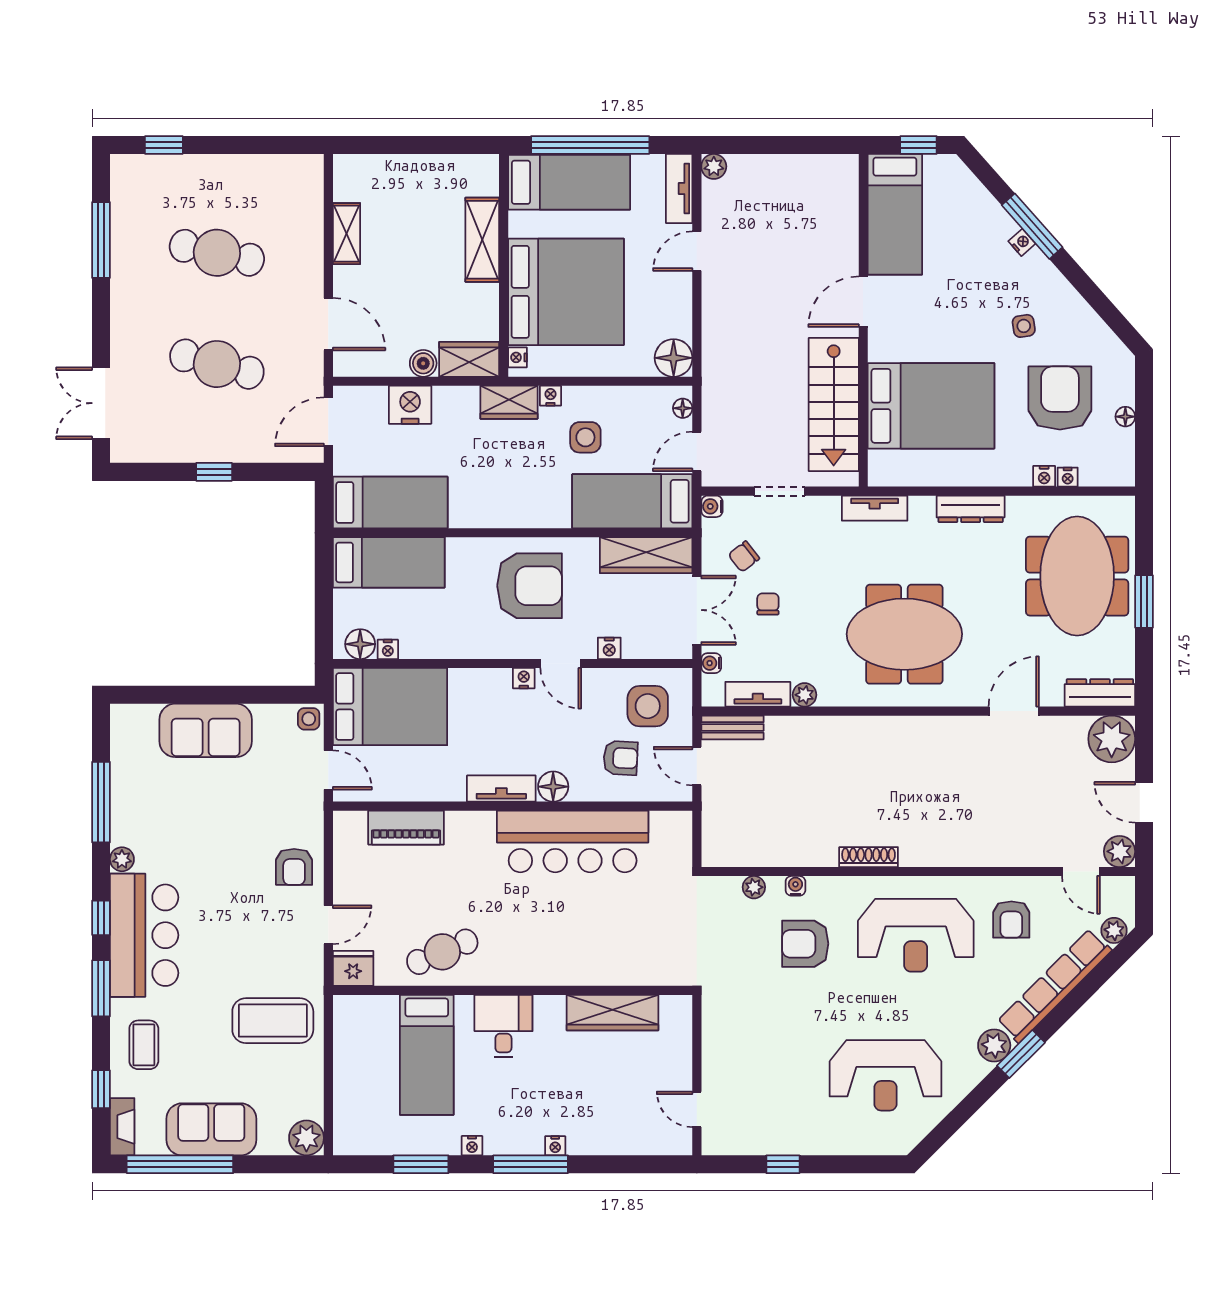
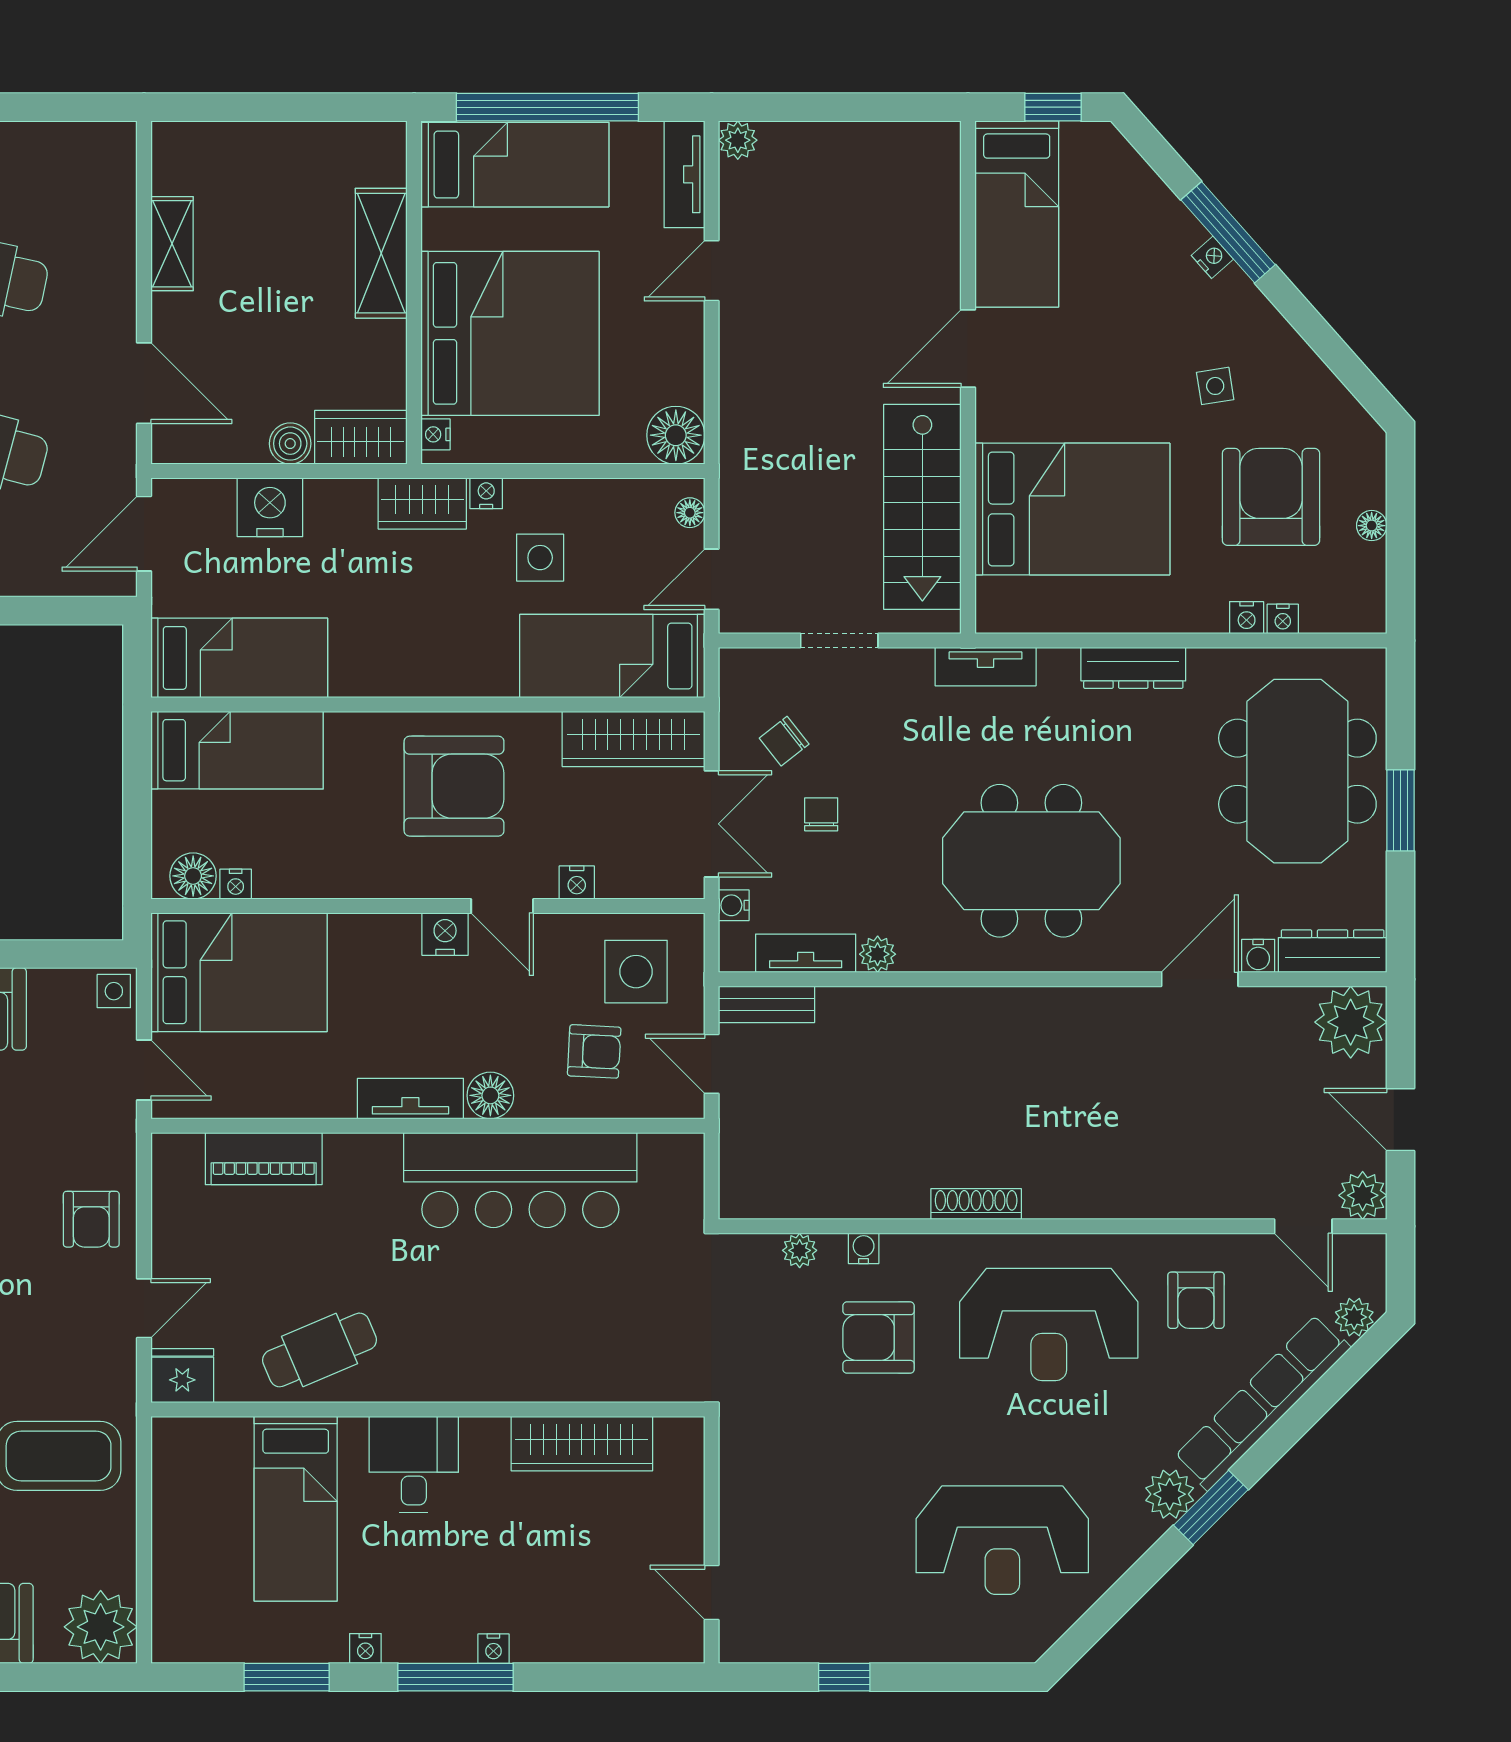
water cooler: (712, 506) -> (1258, 956), moved, turned -90
nightstand: (524, 678) -> (445, 934), width x1.39, depth x1.35
plant: (306, 1138) -> (101, 1627), width x1.36, depth x1.36

